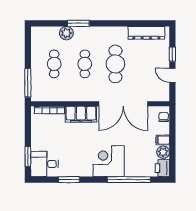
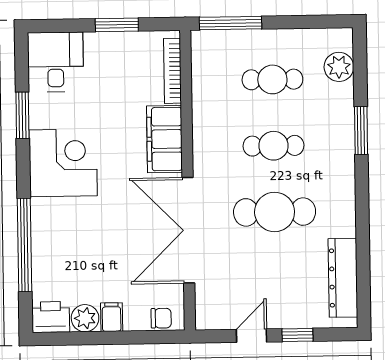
plant: (66, 33) -> (339, 67), moved
window: (28, 157) -> (117, 25), moved
corner desk: (109, 161) -> (63, 163), moved

